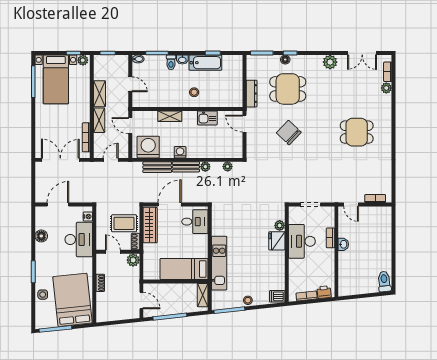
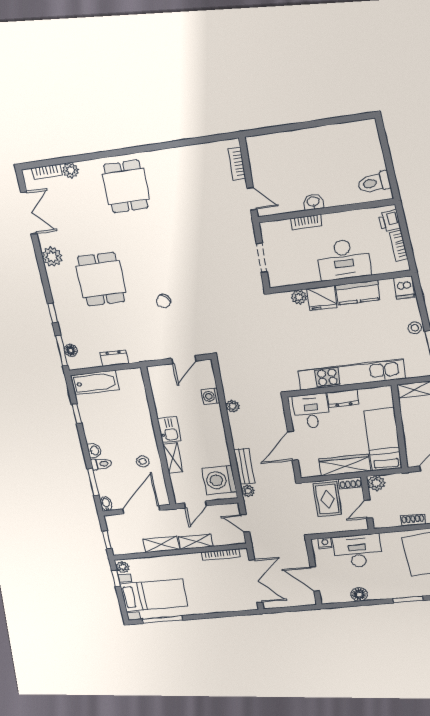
floor lamp: (285, 60) -> (71, 350), moved
bathtub: (205, 63) -> (95, 383), moved, turned 90
door: (130, 84) -> (141, 510), width x1.87
dining table: (288, 89) -> (101, 279), moved
stool: (194, 92) -> (143, 461), moved
dresser: (252, 94) -> (114, 358), width x0.70
kitchen sink: (207, 118) -> (169, 430), moved
door: (244, 124) -> (184, 360), moved
dining table: (357, 132) -> (126, 187), moved
chair: (289, 133) -> (164, 301), width x0.54, depth x0.54
washing machine: (180, 152) -> (210, 396), moved
double door: (60, 160) -> (256, 581), swing flipped
bench: (186, 167) -> (237, 431), removed
plant: (228, 167) -> (248, 491), moved
door: (170, 205) -> (293, 446), hinge flipped
door: (351, 205) -> (252, 199), hinge flipped
wardrobe: (150, 225) -> (345, 465), moved
desk: (302, 241) -> (344, 260), moved
dresser: (202, 245) -> (343, 398), added
kitchen unit: (219, 263) -> (351, 375), width x1.36
kitchen counter: (278, 265) -> (358, 293), added
bed: (184, 269) -> (383, 440), moved, turned 180
toilet: (384, 282) -> (374, 183), moved

